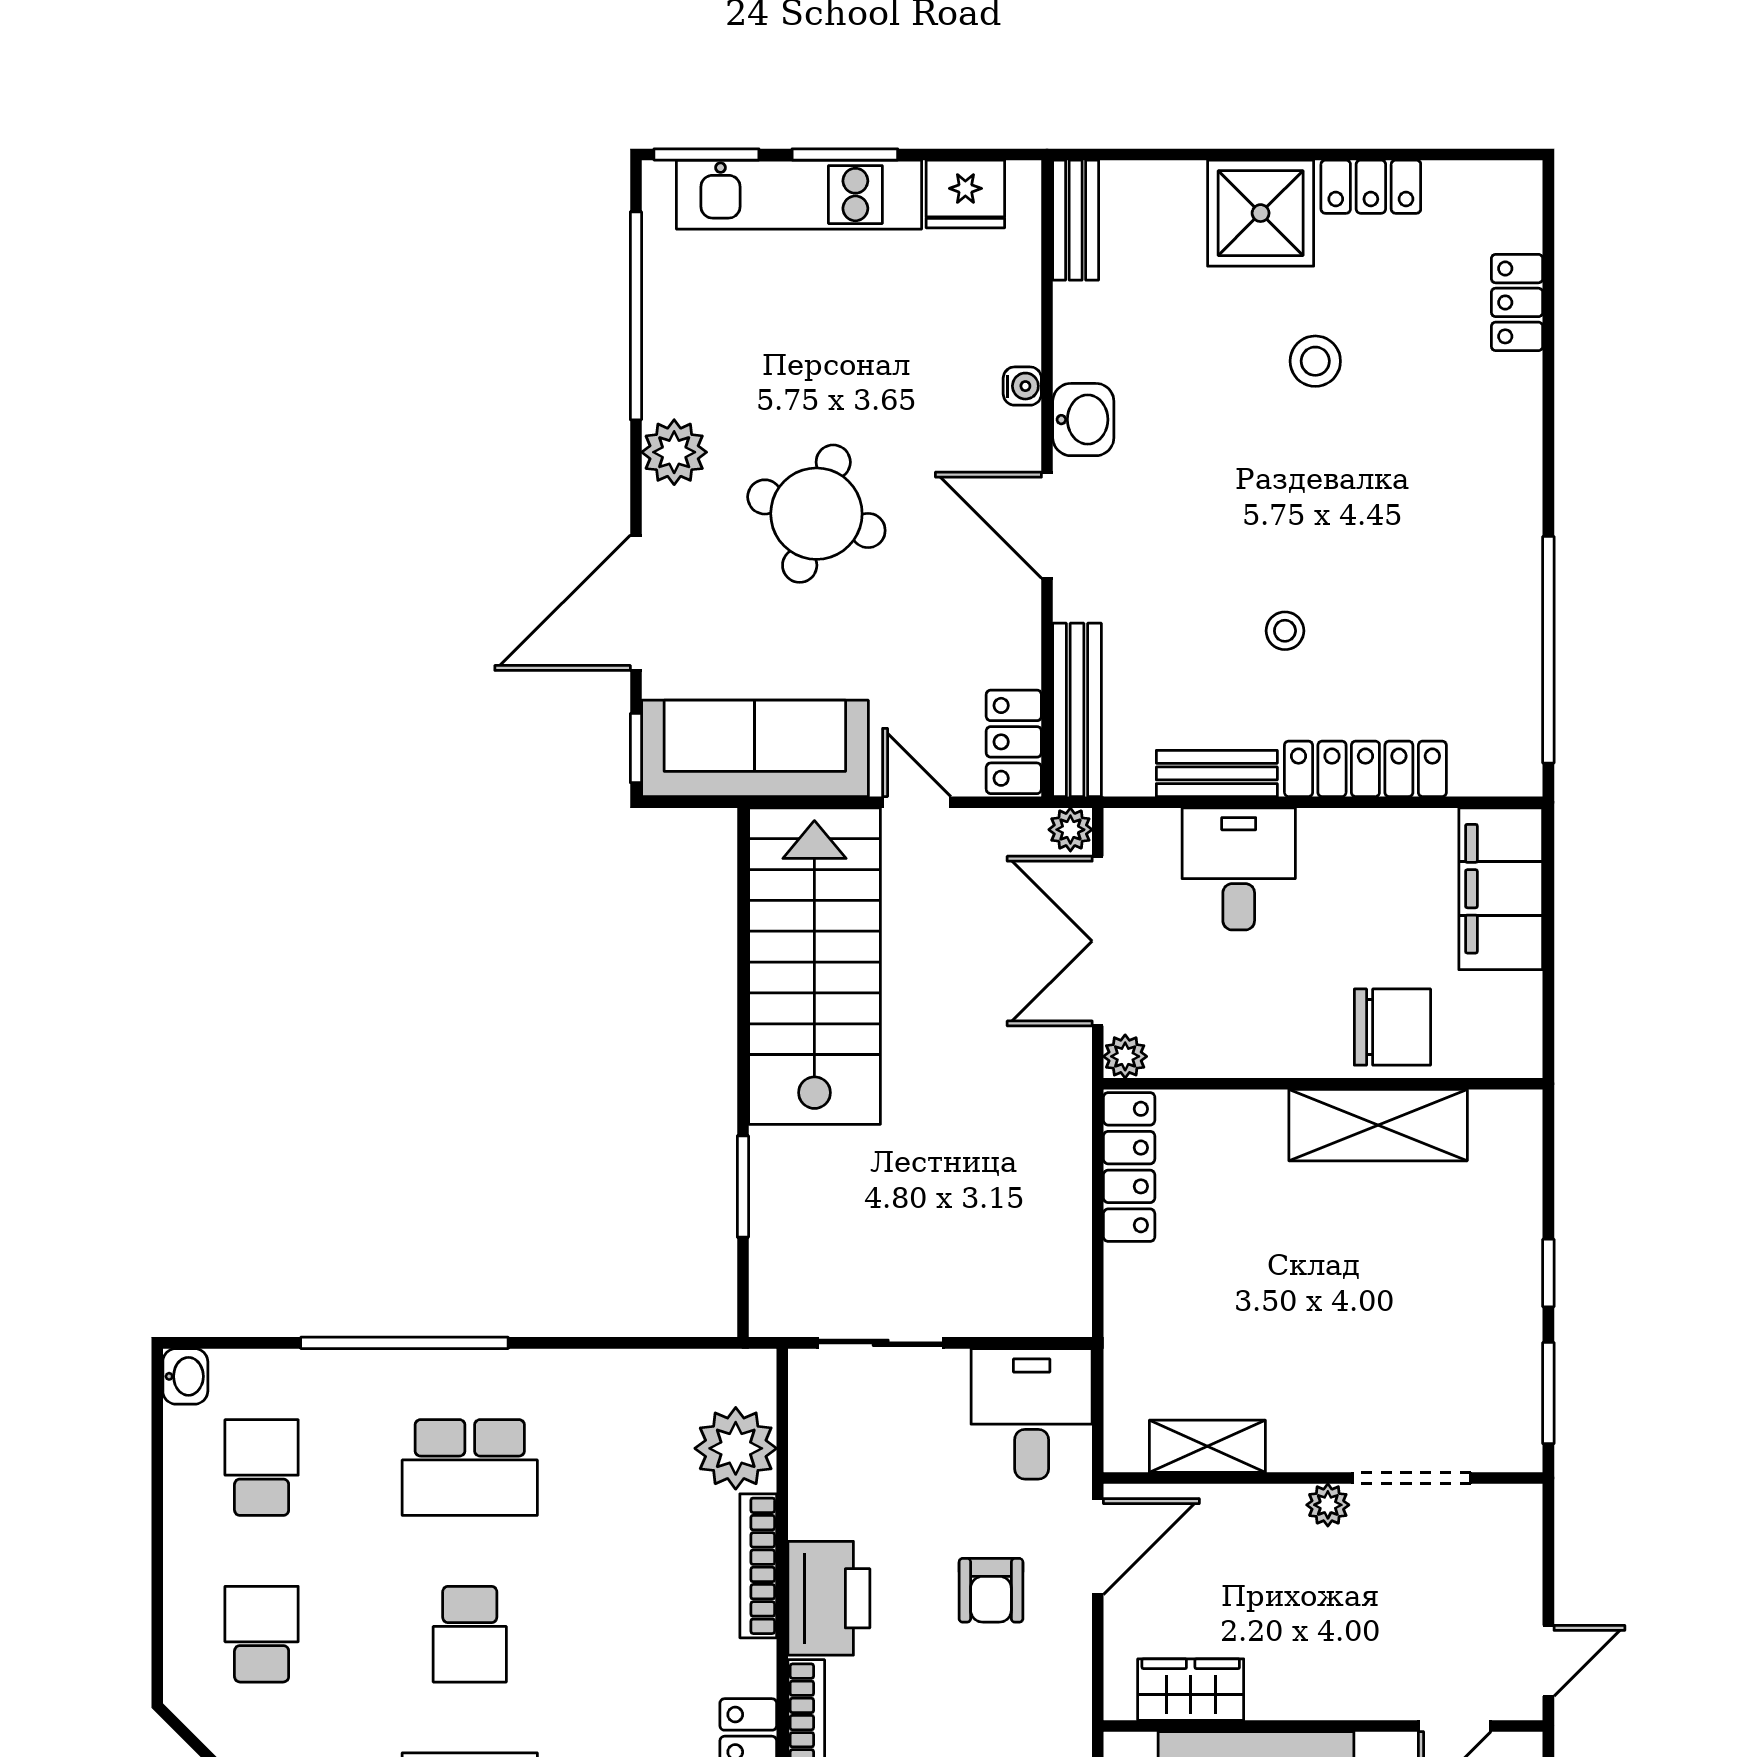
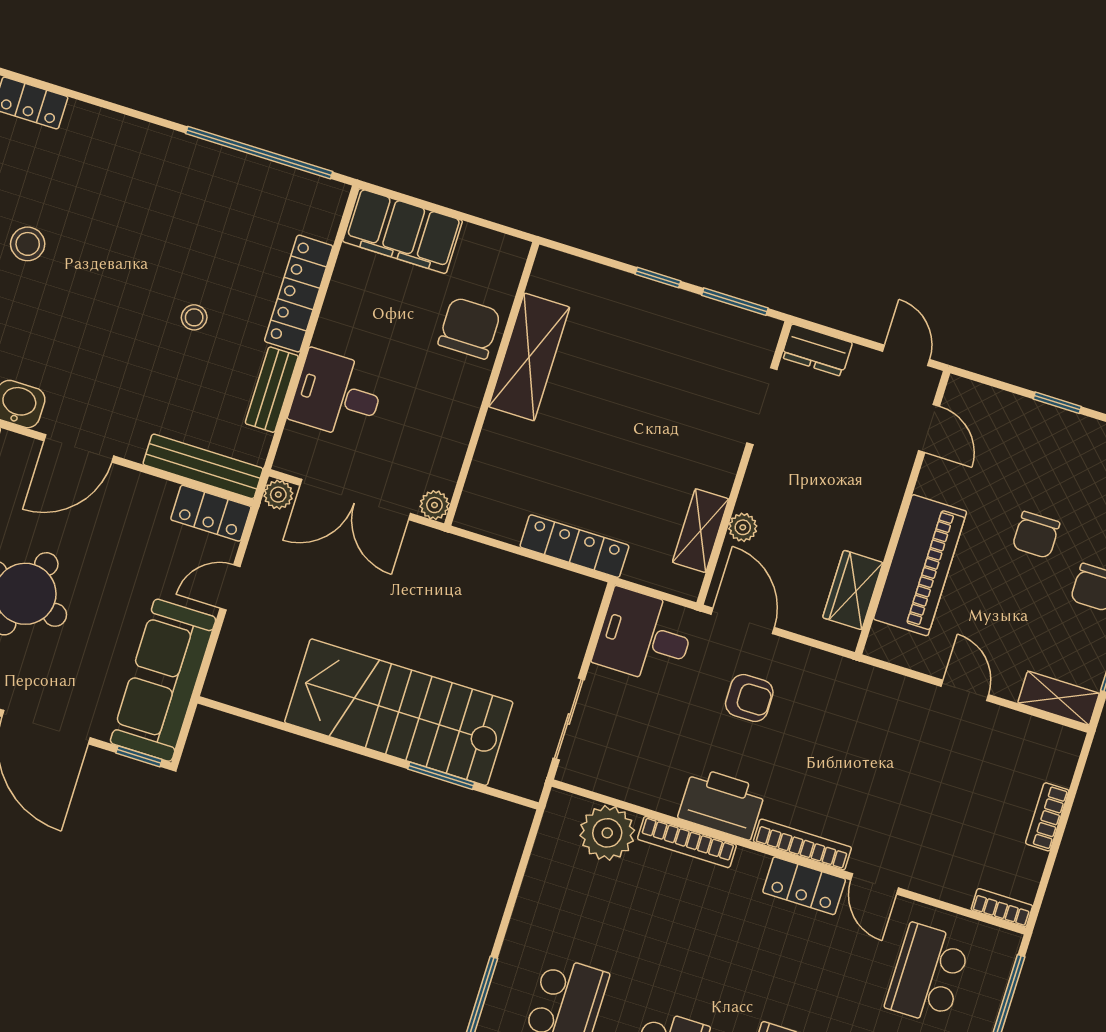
stairs: (814, 966) -> (399, 712), moved
locker: (1129, 1167) -> (574, 546), moved
plant: (1328, 1505) -> (743, 527), moved
dresser: (1516, 1531) -> (817, 350), added

